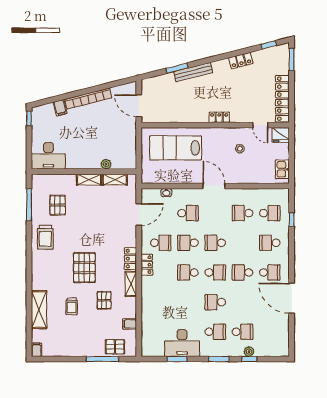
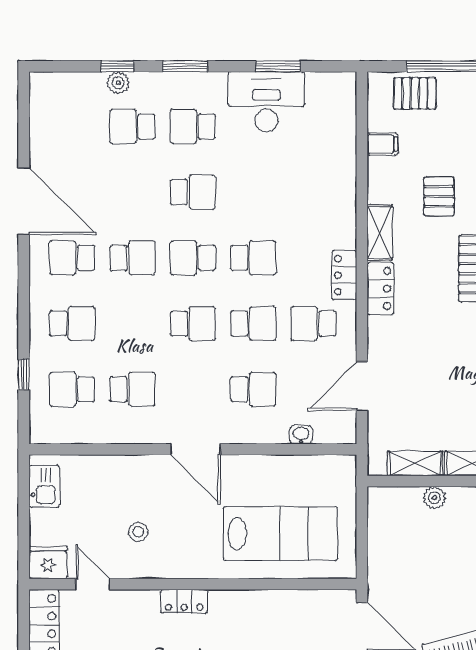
school desk: (188, 213) -> (253, 389), turned 180

